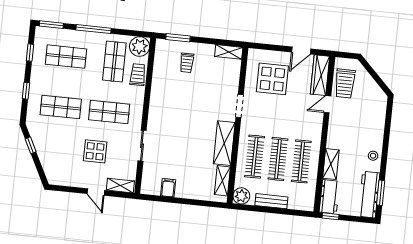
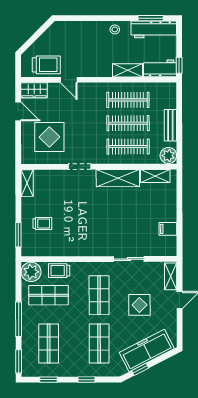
wardrobe: (320, 75) -> (34, 90), width x0.67
freezer: (49, 154) -> (147, 351), added

